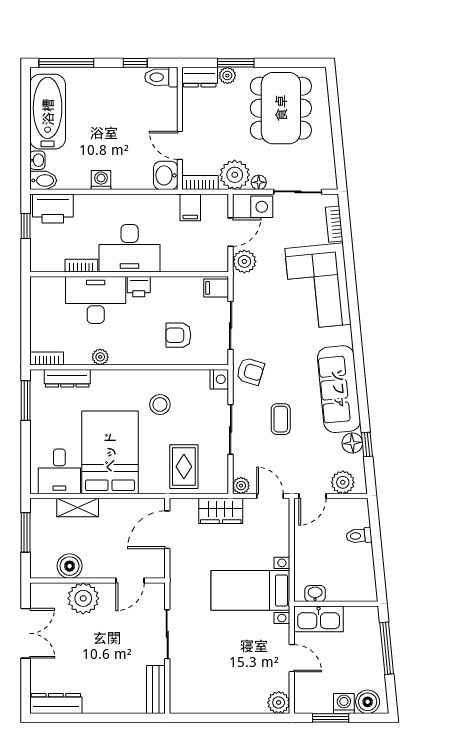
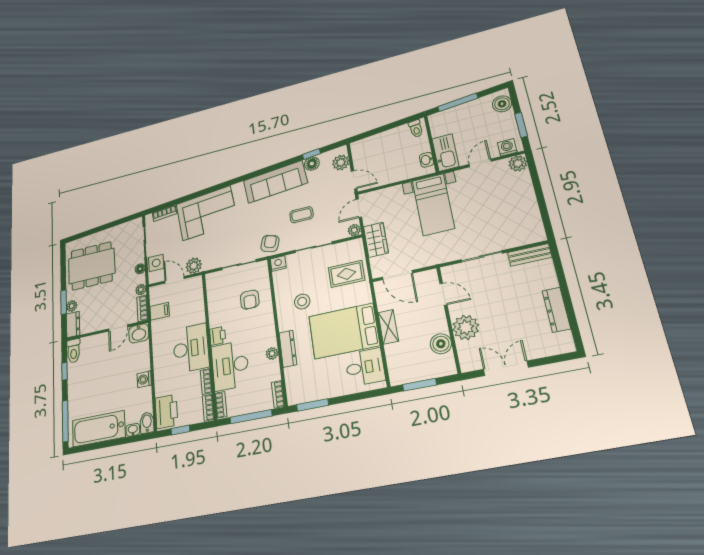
plant: (235, 175) -> (141, 290), width x0.53, depth x0.53
bookcase: (47, 266) -> (208, 408), added
bookcase: (48, 283) -> (221, 405), added
filing cabinet: (216, 288) -> (214, 281), removed
window: (26, 321) -> (251, 417), added
dresser: (67, 378) -> (288, 349), moved
shelving: (78, 507) -> (388, 327), moved
toilet: (359, 536) -> (416, 129), moved
dresser: (56, 703) -> (556, 310), moved
washing machine: (344, 703) -> (507, 147), moved, turned 90

